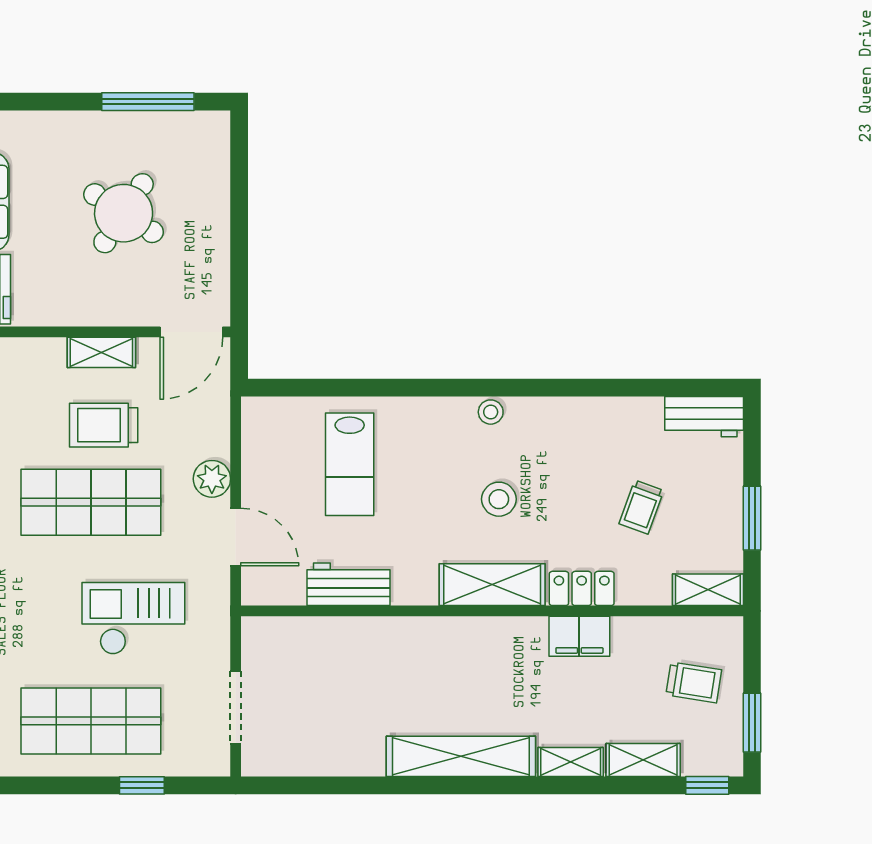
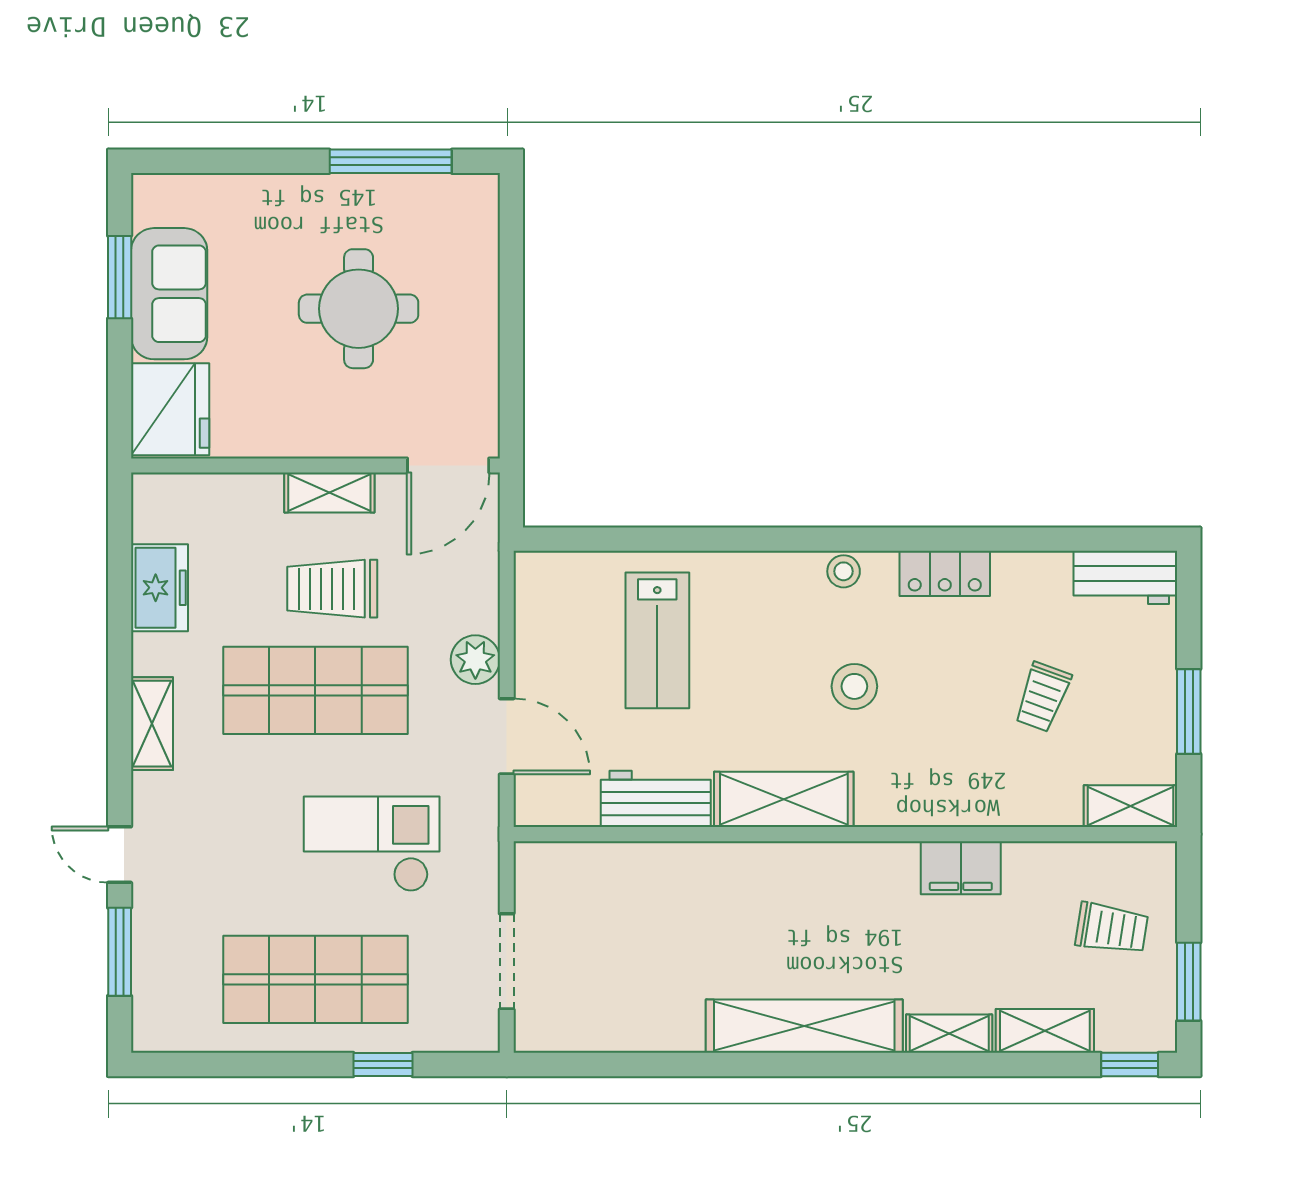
round table: (124, 213) -> (359, 309), turned -33
shelving: (492, 585) -> (784, 799), moved
locker: (582, 588) -> (945, 573), moved, turned 180

